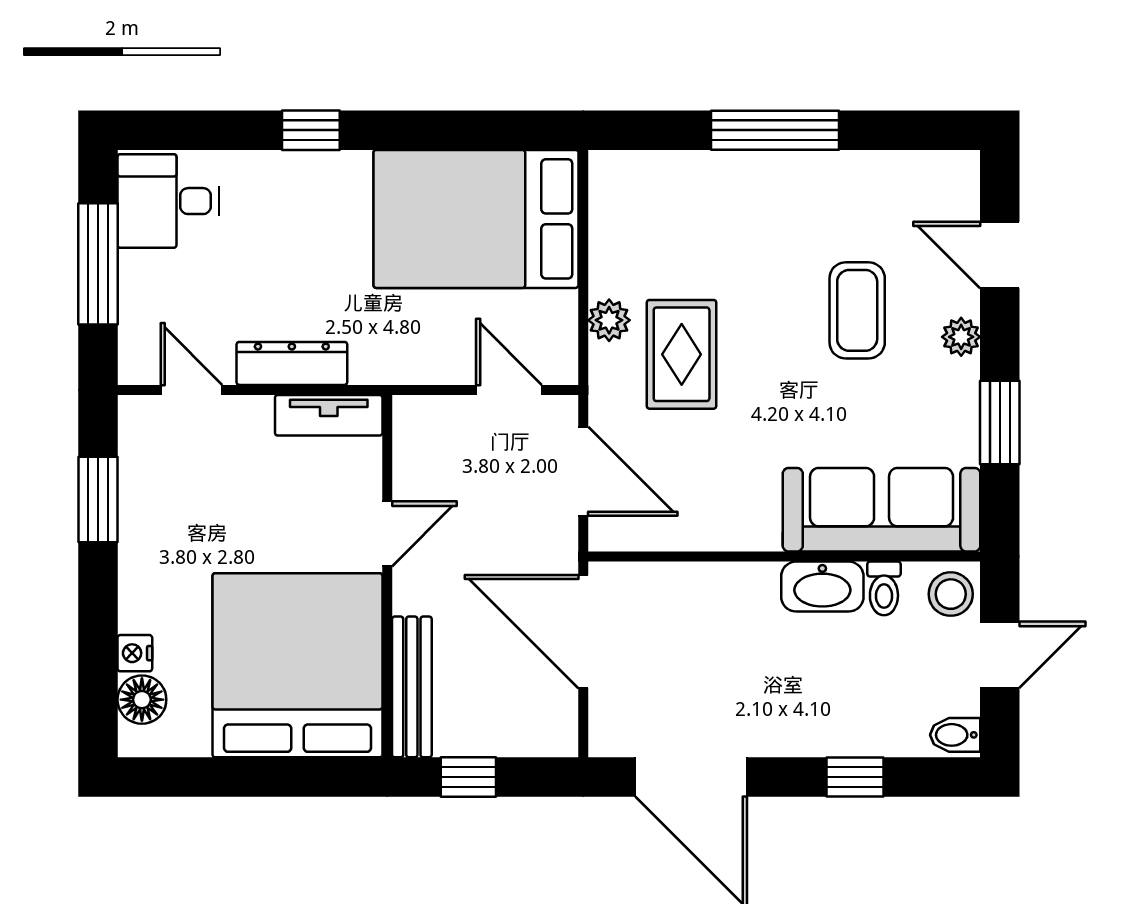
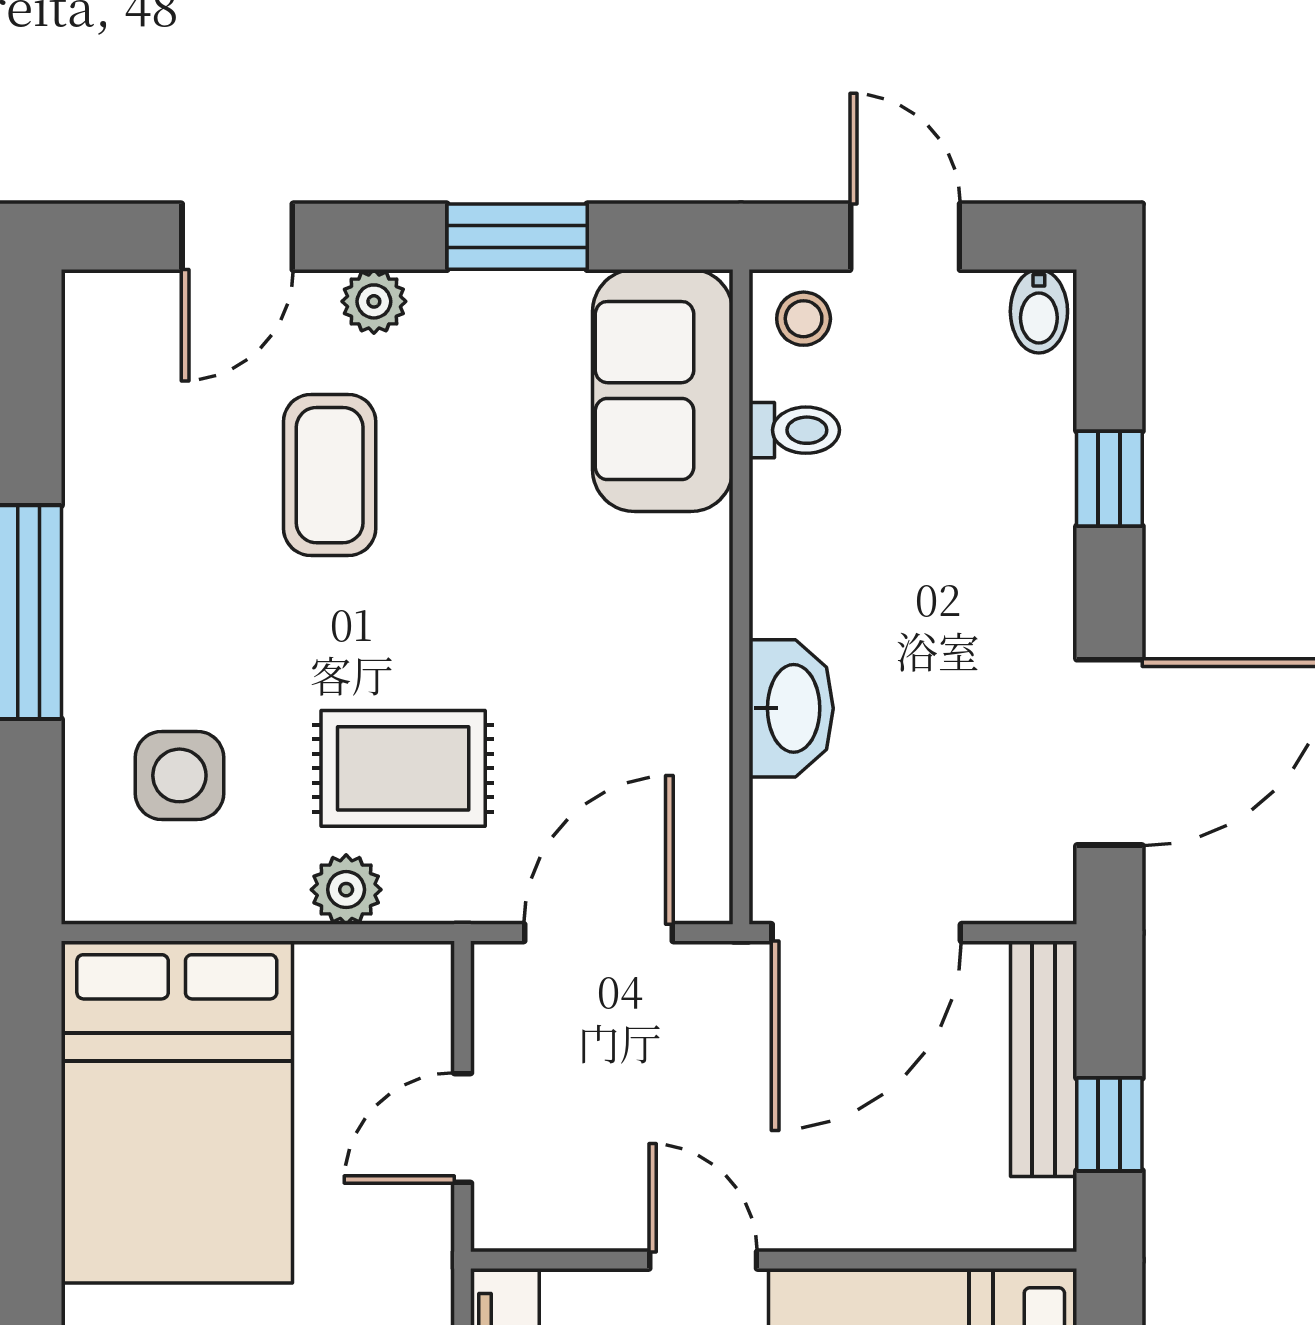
side table: (677, 220) -> (179, 775), added
coffee table: (857, 310) -> (330, 475), turned 90
door: (509, 390) -> (463, 1128), moved
sofa: (882, 510) -> (663, 391), width x0.73
washbasin: (822, 587) -> (791, 708), moved
stool: (951, 594) -> (804, 319), width x0.73, depth x0.73
bench: (412, 687) -> (1044, 1059), moved, turned 90

